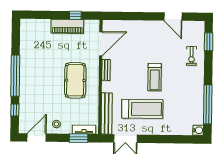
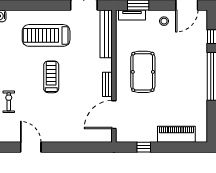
piano: (67, 26) -> (176, 134), moved
treadmill: (142, 109) -> (46, 35), moved

